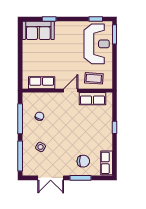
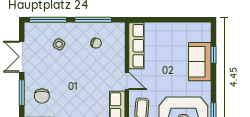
sofa: (38, 30) -> (200, 62), moved
row of seats: (42, 83) -> (136, 46), width x1.48

